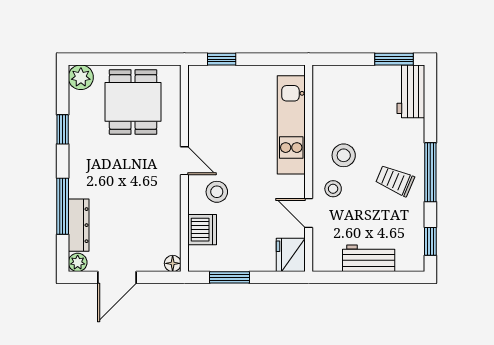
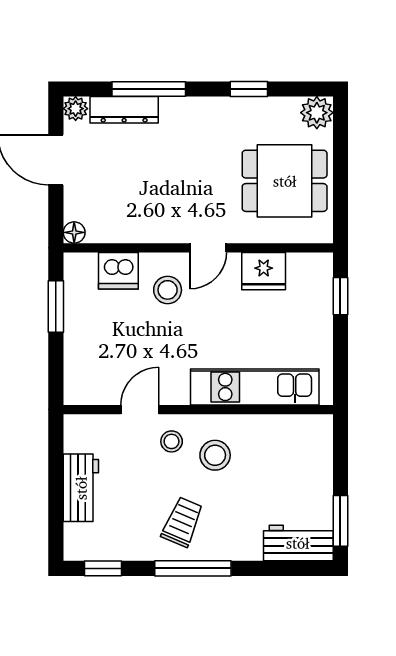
fridge: (291, 255) -> (264, 271), moved, turned 180

